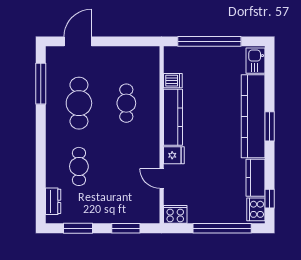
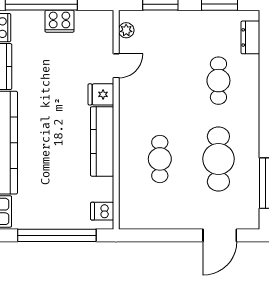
dishwasher: (173, 81) -> (102, 211), moved
door: (162, 178) -> (116, 66), hinge flipped
plant: (153, 207) -> (126, 30), added
cooker: (175, 214) -> (60, 21), moved

